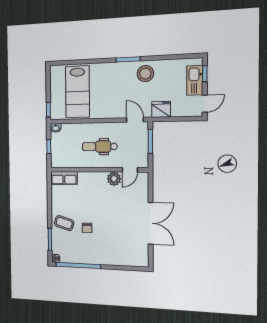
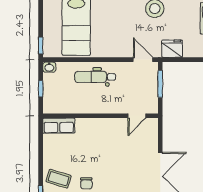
dental chair: (100, 147) -> (95, 77), moved
plant: (114, 179) -> (119, 126), removed

